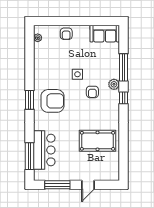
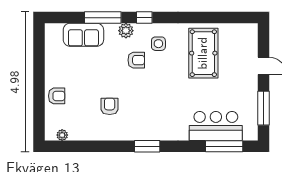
sofa: (105, 34) -> (83, 35), moved, turned 90
side table: (77, 74) -> (158, 44), moved
armchair: (53, 101) -> (110, 106), moved, width x0.53, depth x0.53

